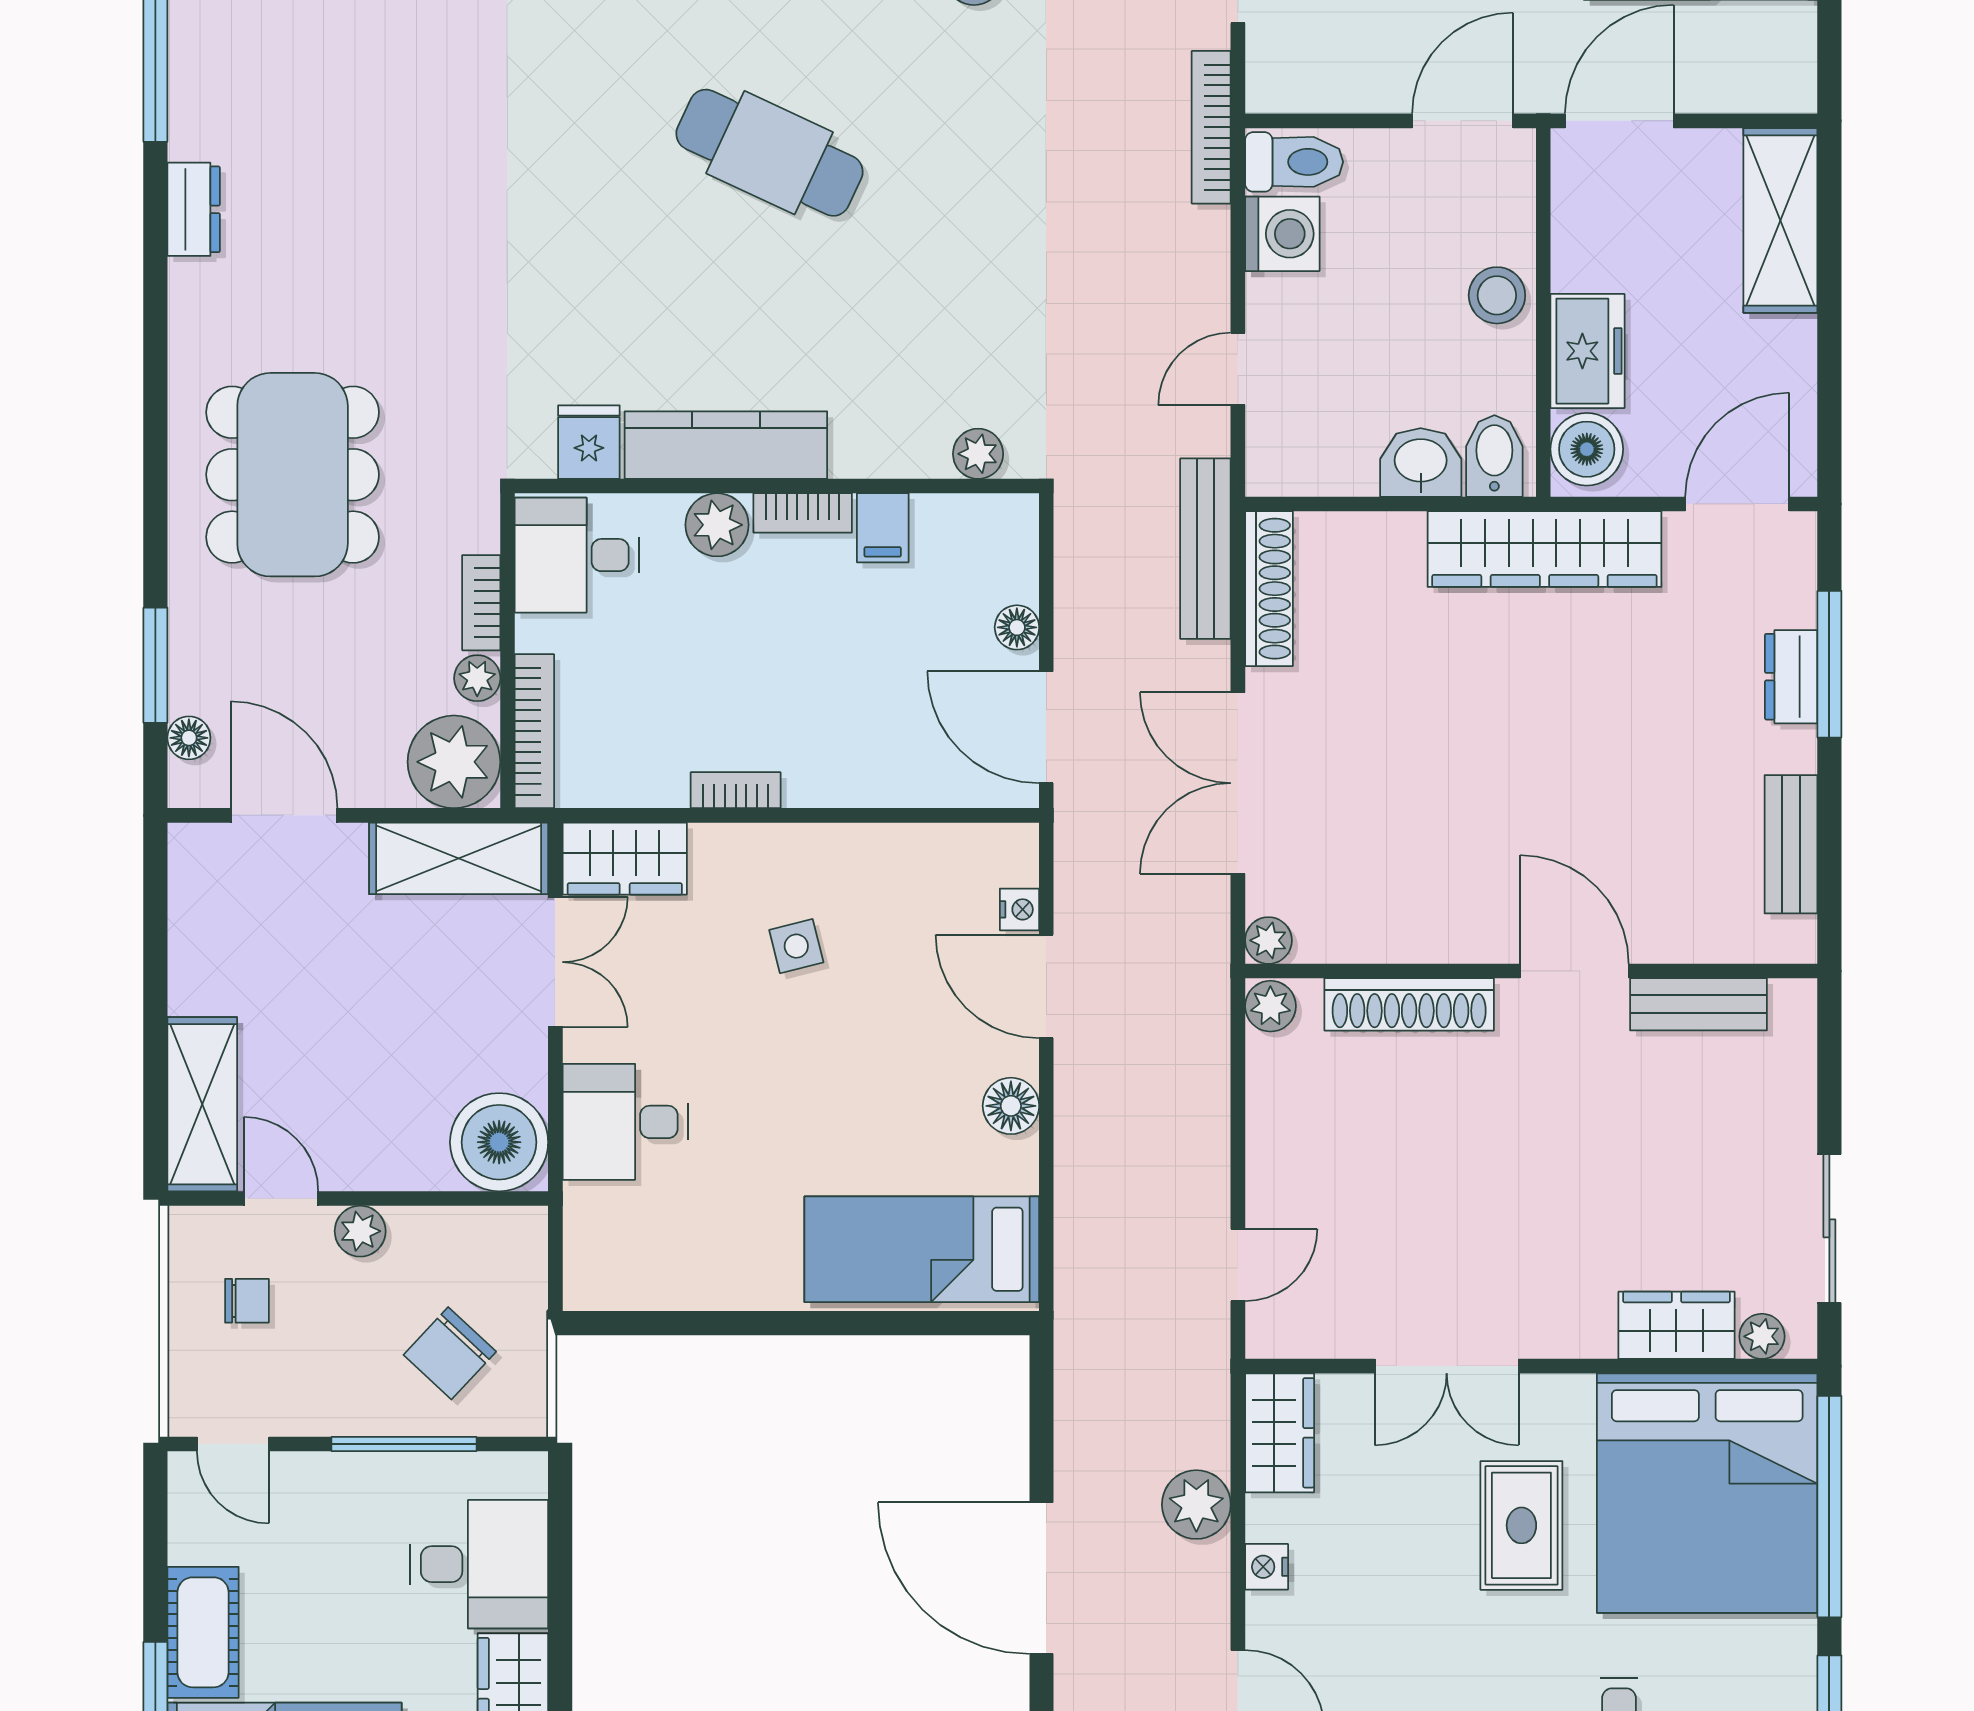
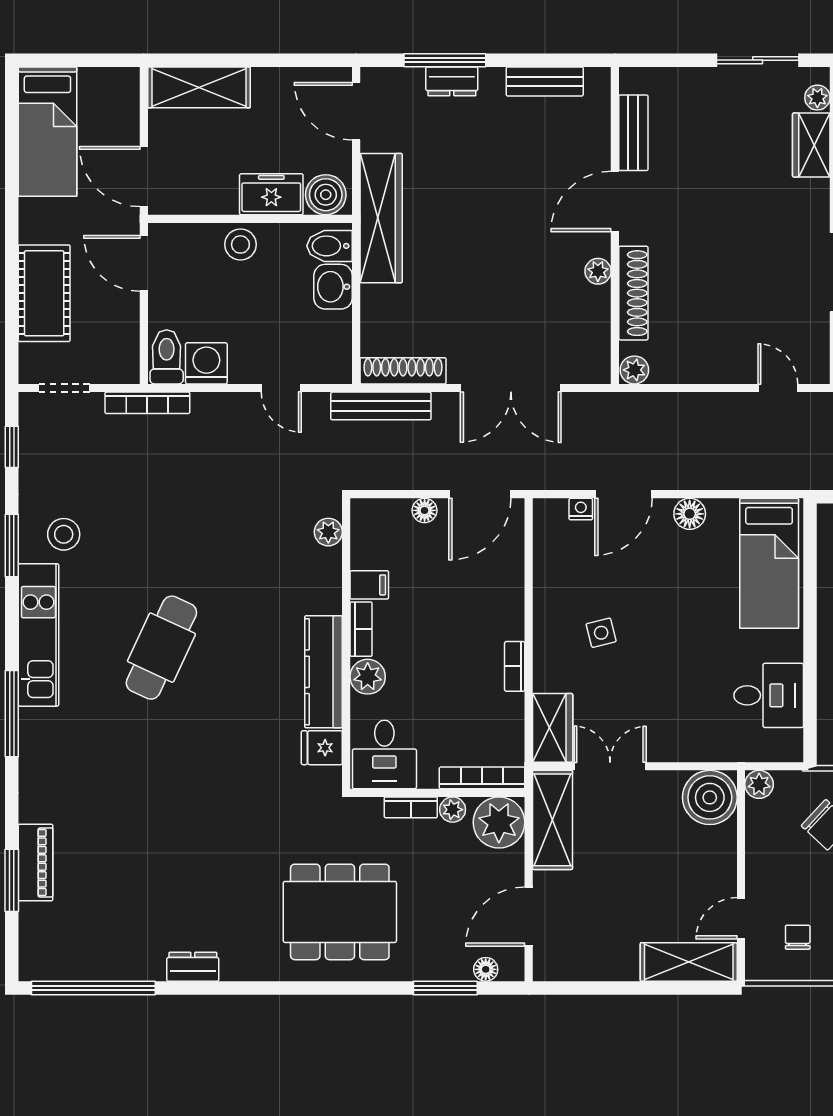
plant: (1268, 940) -> (598, 271), moved
desk: (625, 1122) -> (769, 695), moved, turned -90
plant: (360, 1231) -> (759, 784), moved

